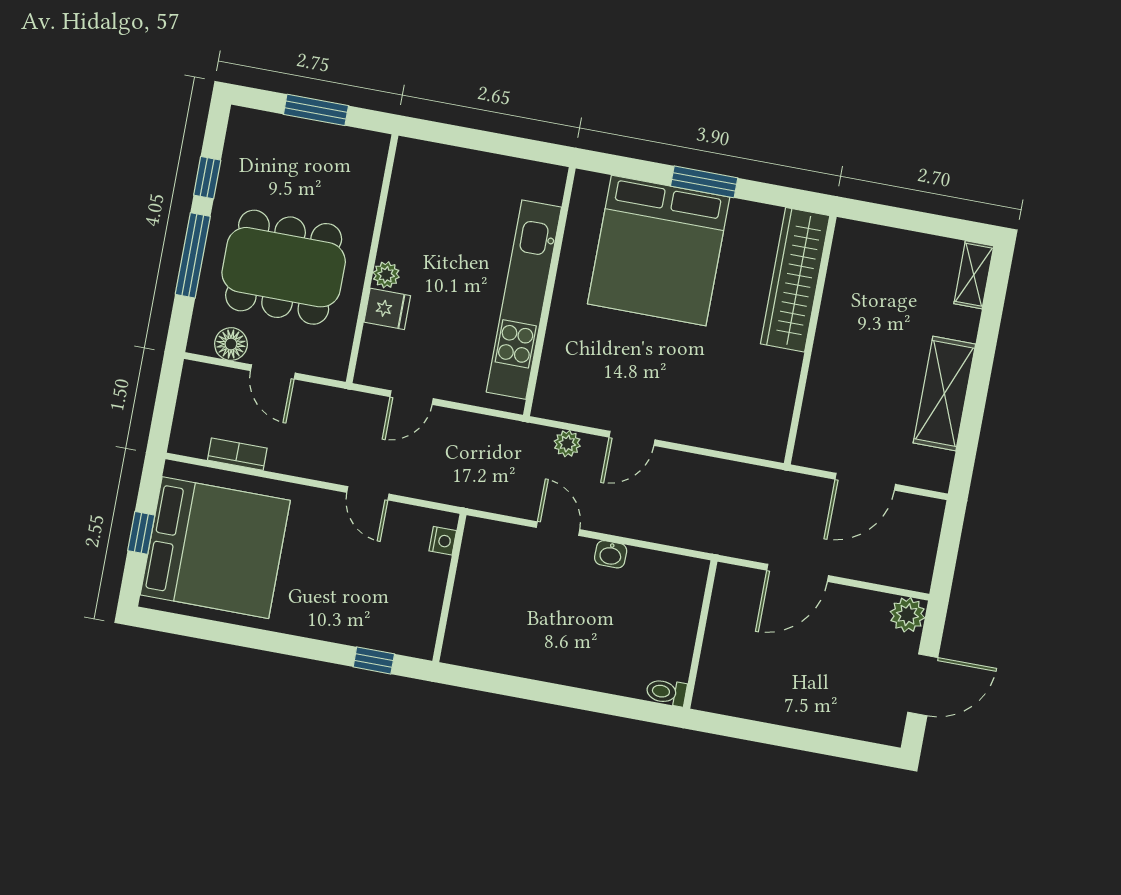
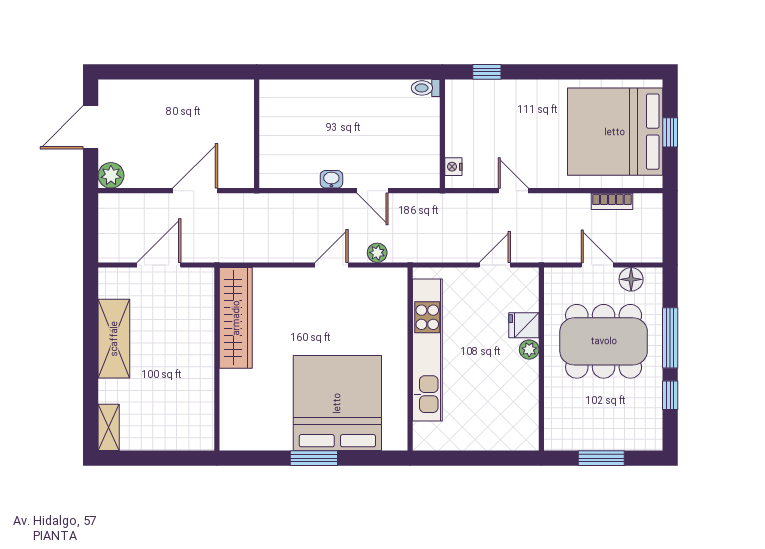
wardrobe: (795, 280) -> (236, 318), moved
toilet: (666, 692) -> (426, 88), moved, turned 180

